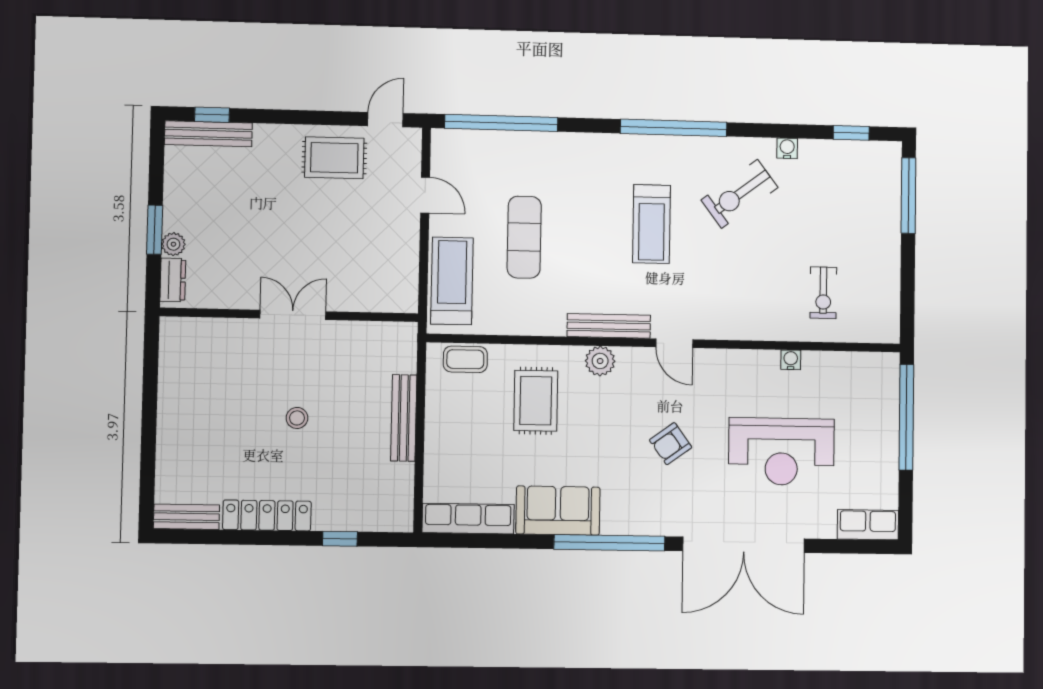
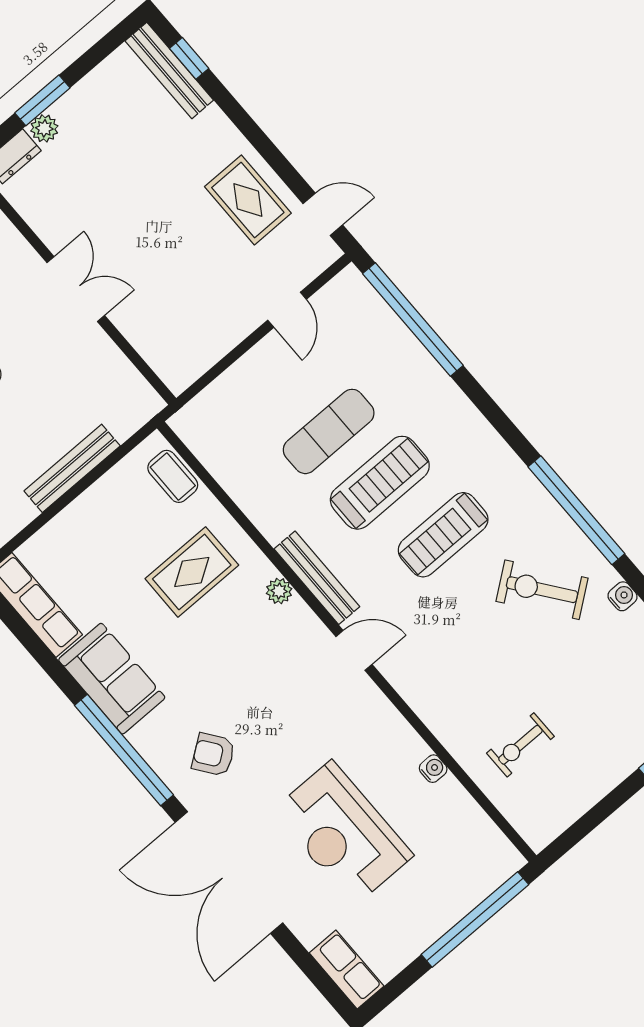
window: (674, 128) -> (576, 510), moved
treadmill: (452, 281) -> (380, 483), moved
door: (674, 343) -> (354, 650), swing flipped
plant: (600, 361) -> (279, 591), width x0.73, depth x0.73
armchair: (671, 444) -> (213, 755), moved

